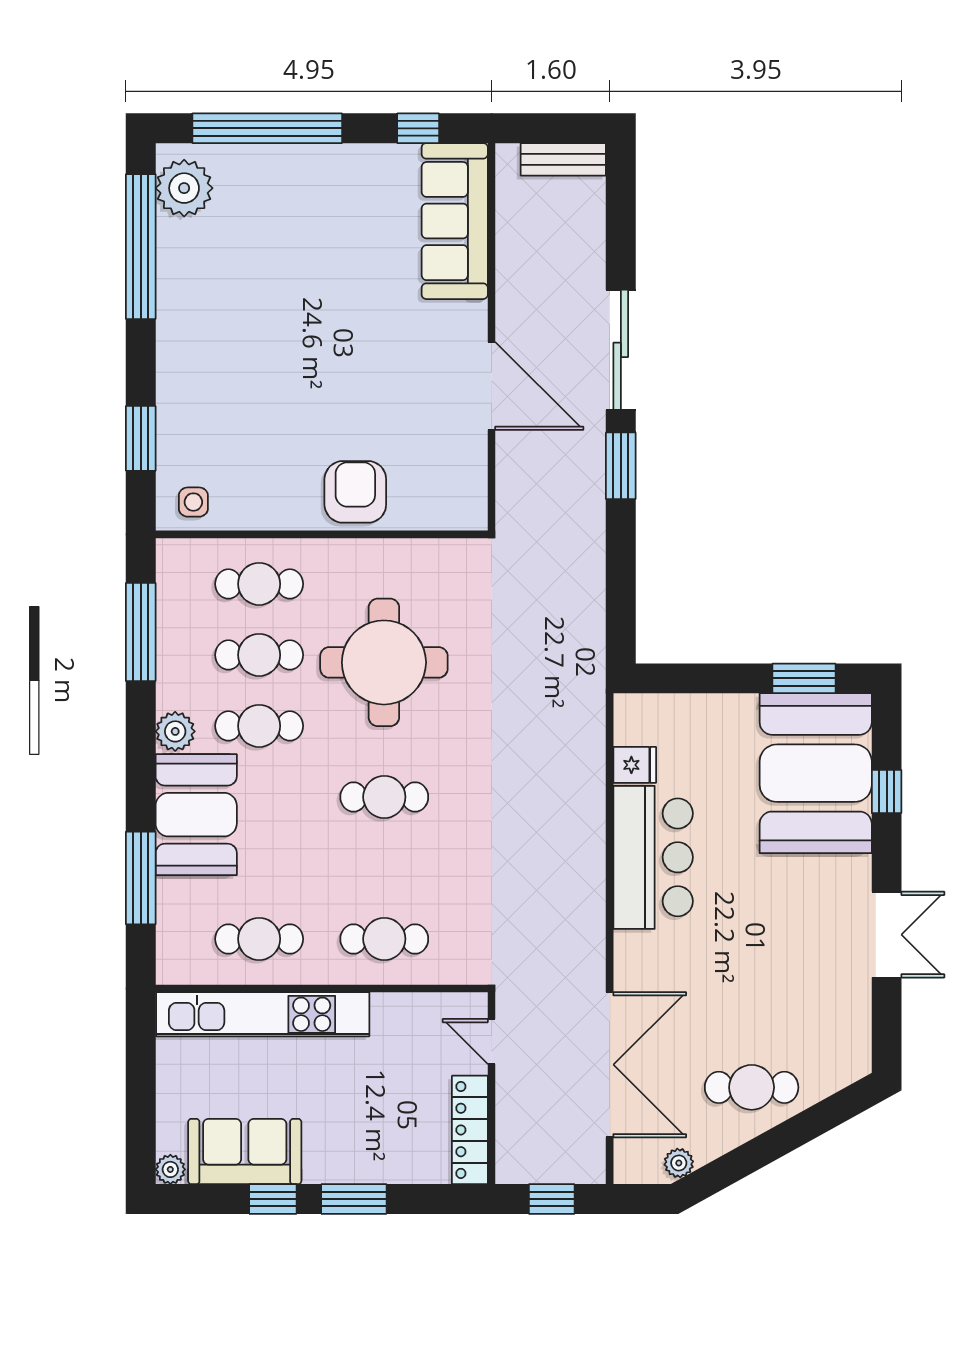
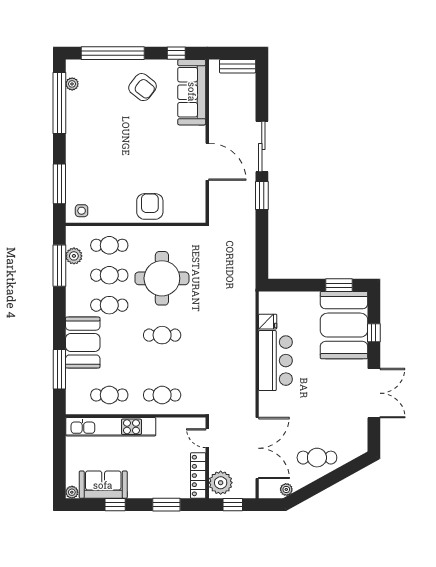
plant: (184, 188) -> (72, 84), width x0.53, depth x0.53
armchair: (338, 209) -> (143, 87), added
window: (141, 438) -> (59, 184), width x1.44
plant: (175, 731) -> (74, 256), moved
double door: (887, 935) -> (374, 393), width x1.37
plant: (523, 1147) -> (221, 483), added
window: (354, 1199) -> (166, 505), moved

